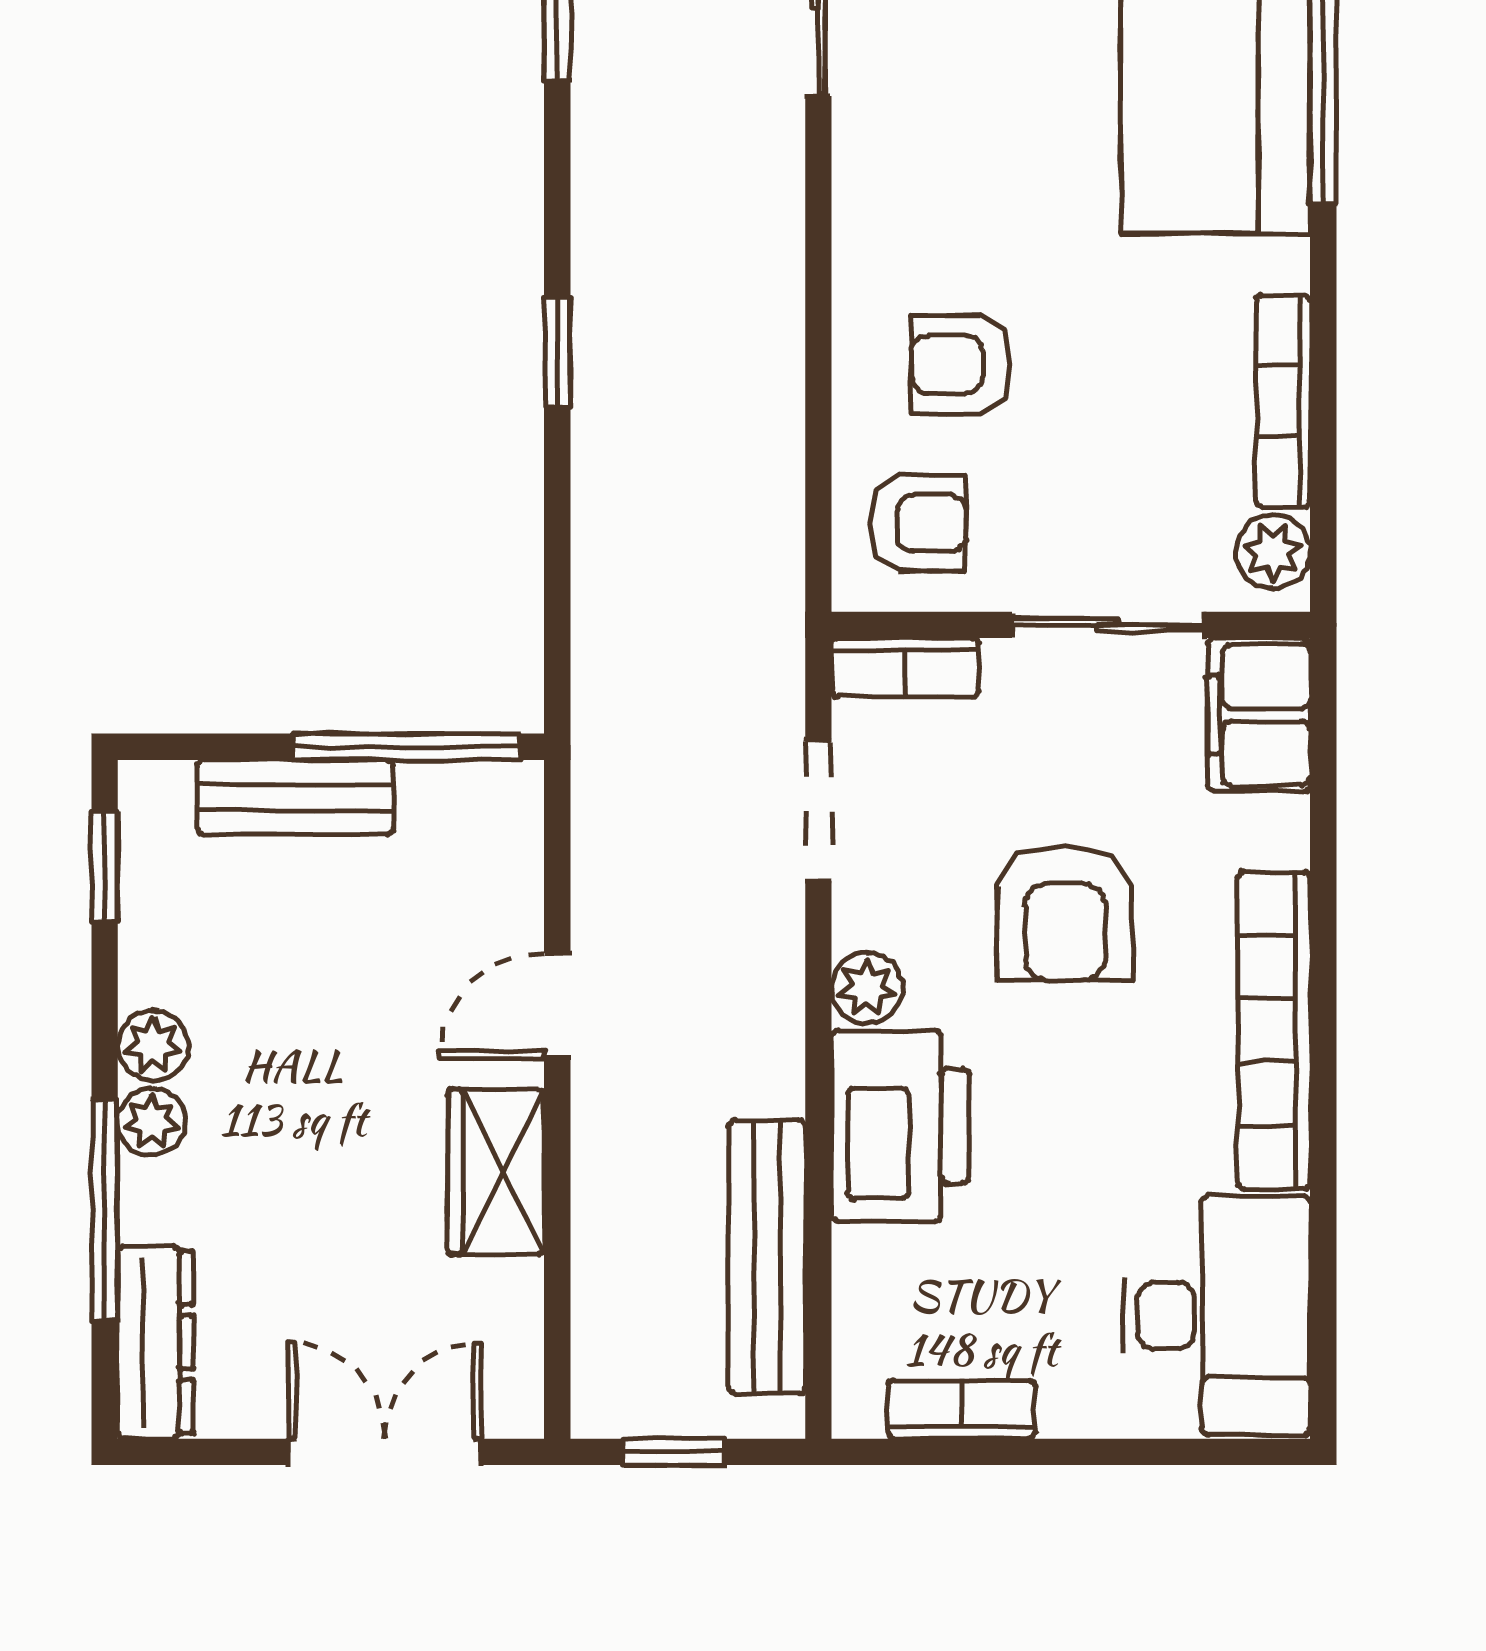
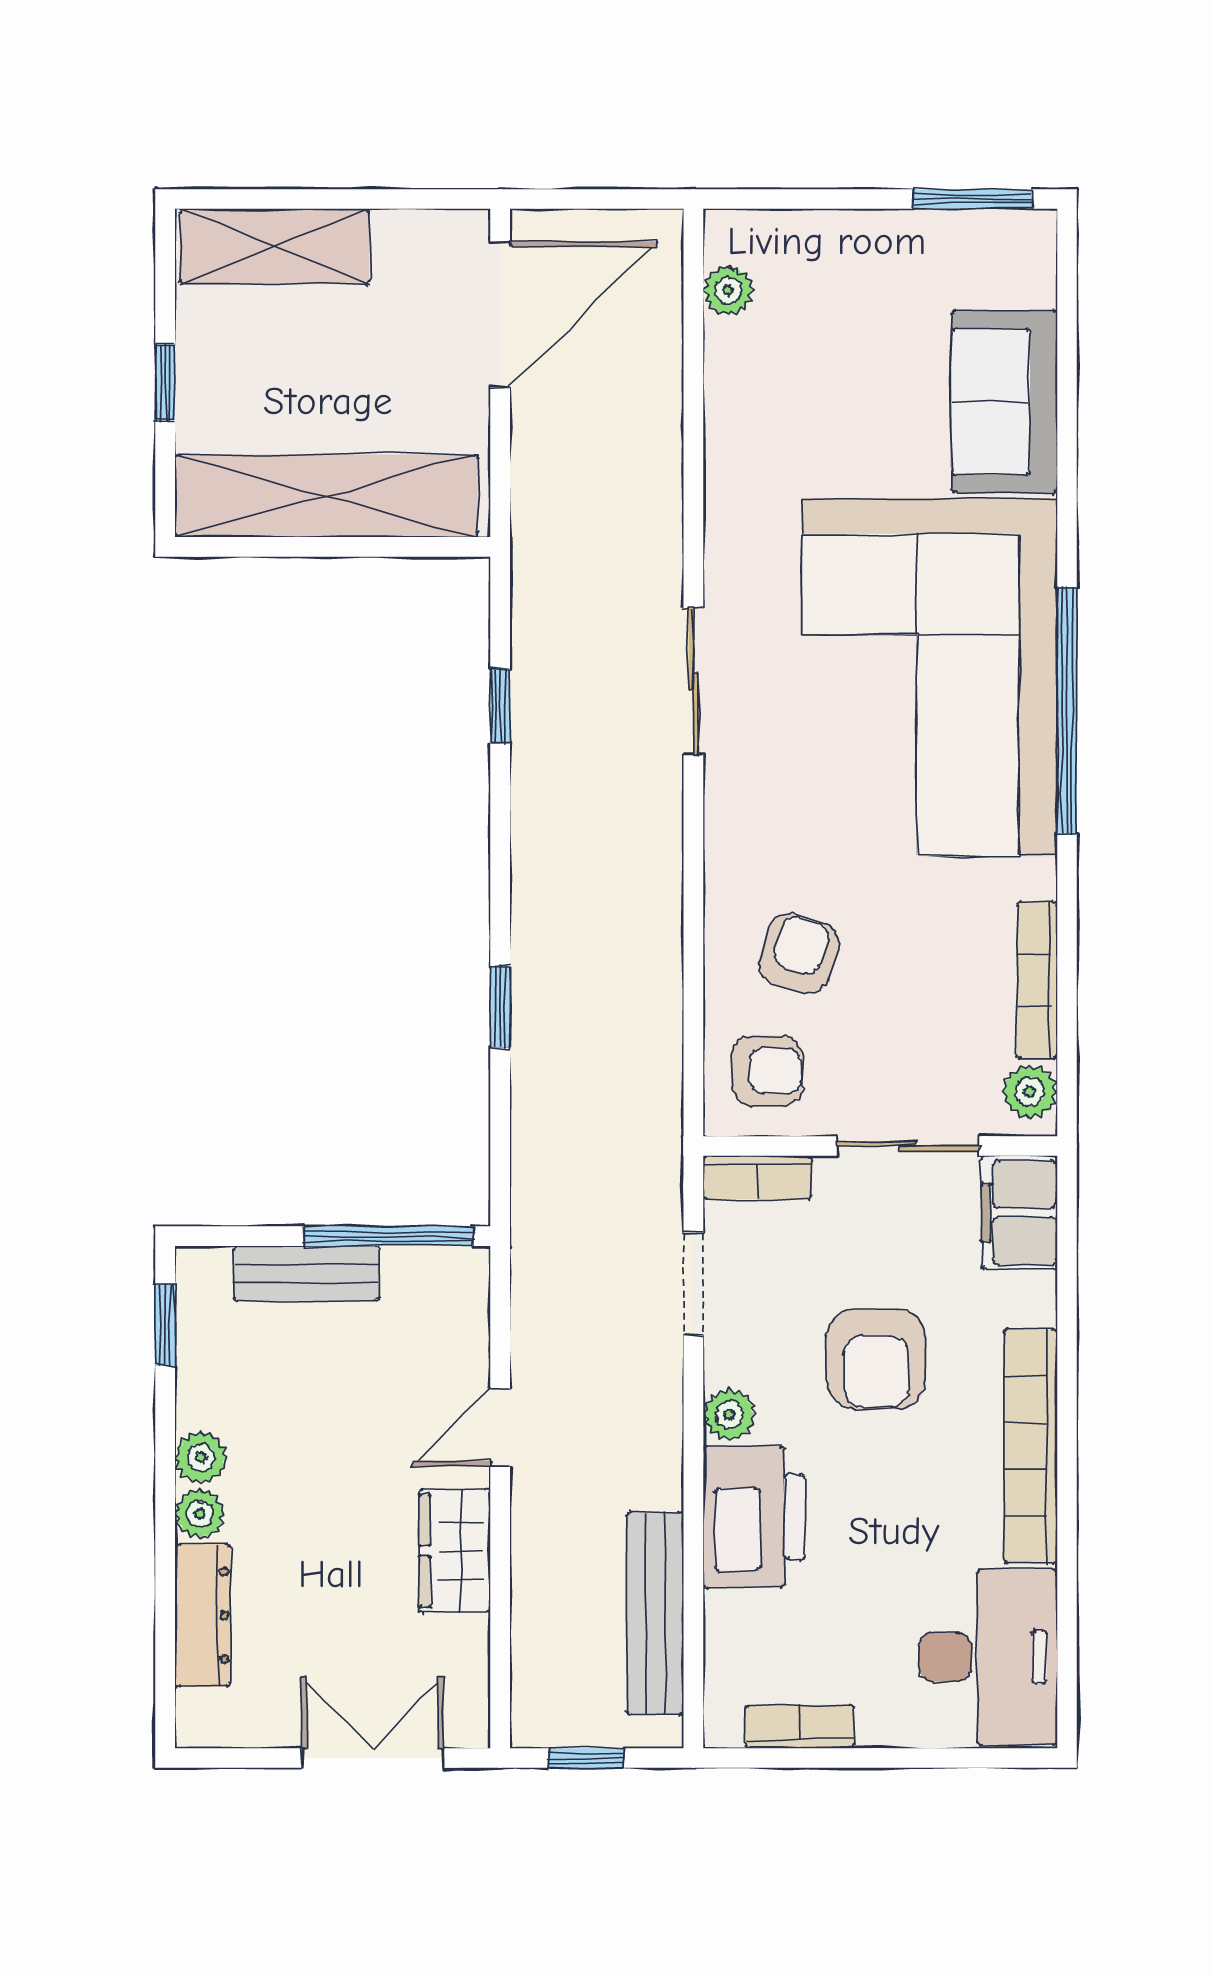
window: (557, 352) -> (500, 1007), moved
armchair: (961, 365) -> (799, 953), turned 107
window: (105, 1210) -> (165, 1579), removed
dresser: (155, 1342) -> (203, 1615), moved

